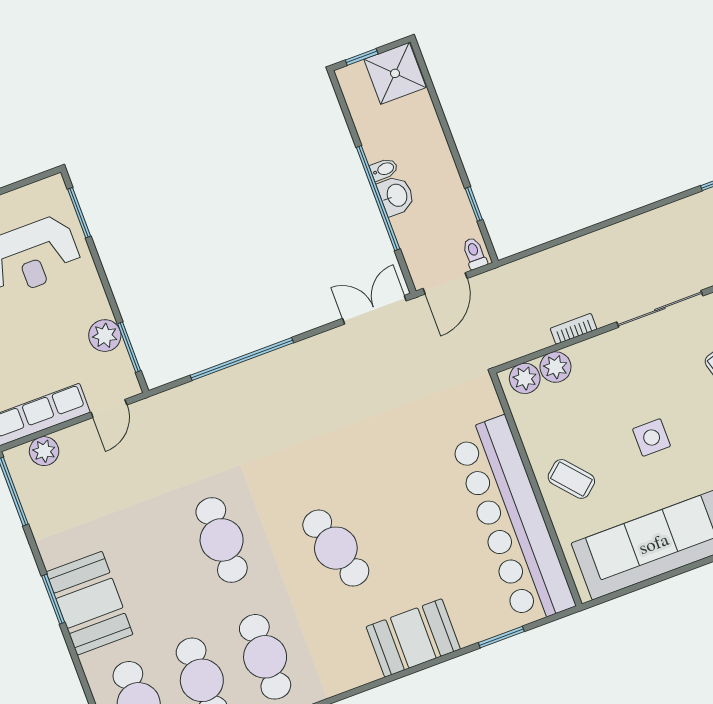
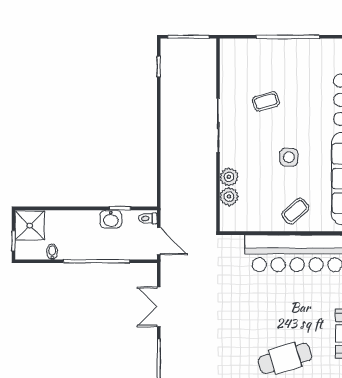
bidet: (384, 169) -> (52, 252), moved
washbasin: (396, 196) -> (111, 219), moved, turned 180
double door: (374, 310) -> (159, 307), moved
bookcase: (573, 329) -> (211, 178), removed
plant: (525, 378) -> (229, 177), moved

